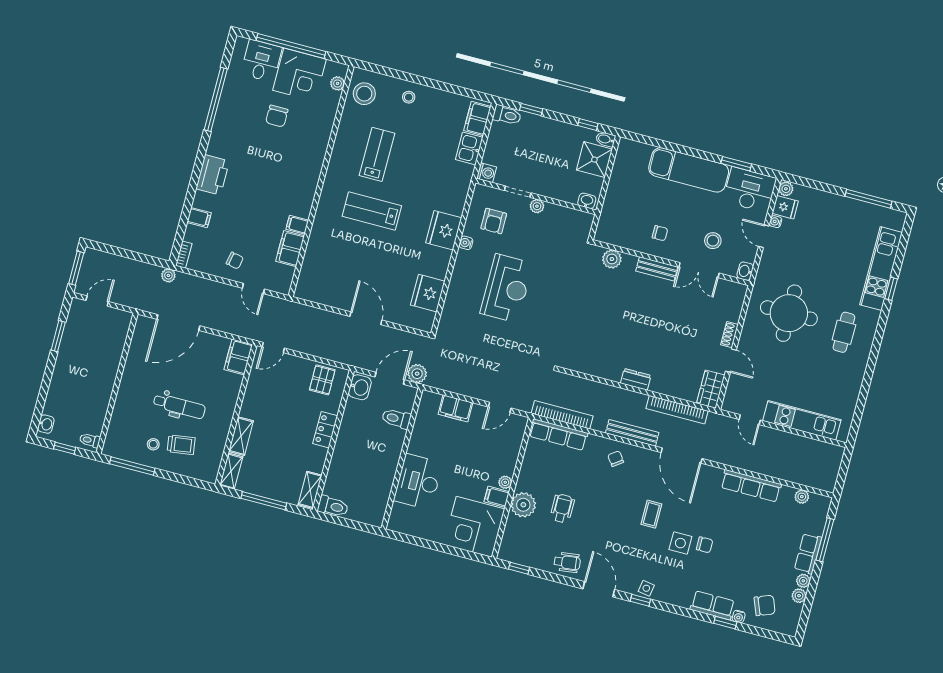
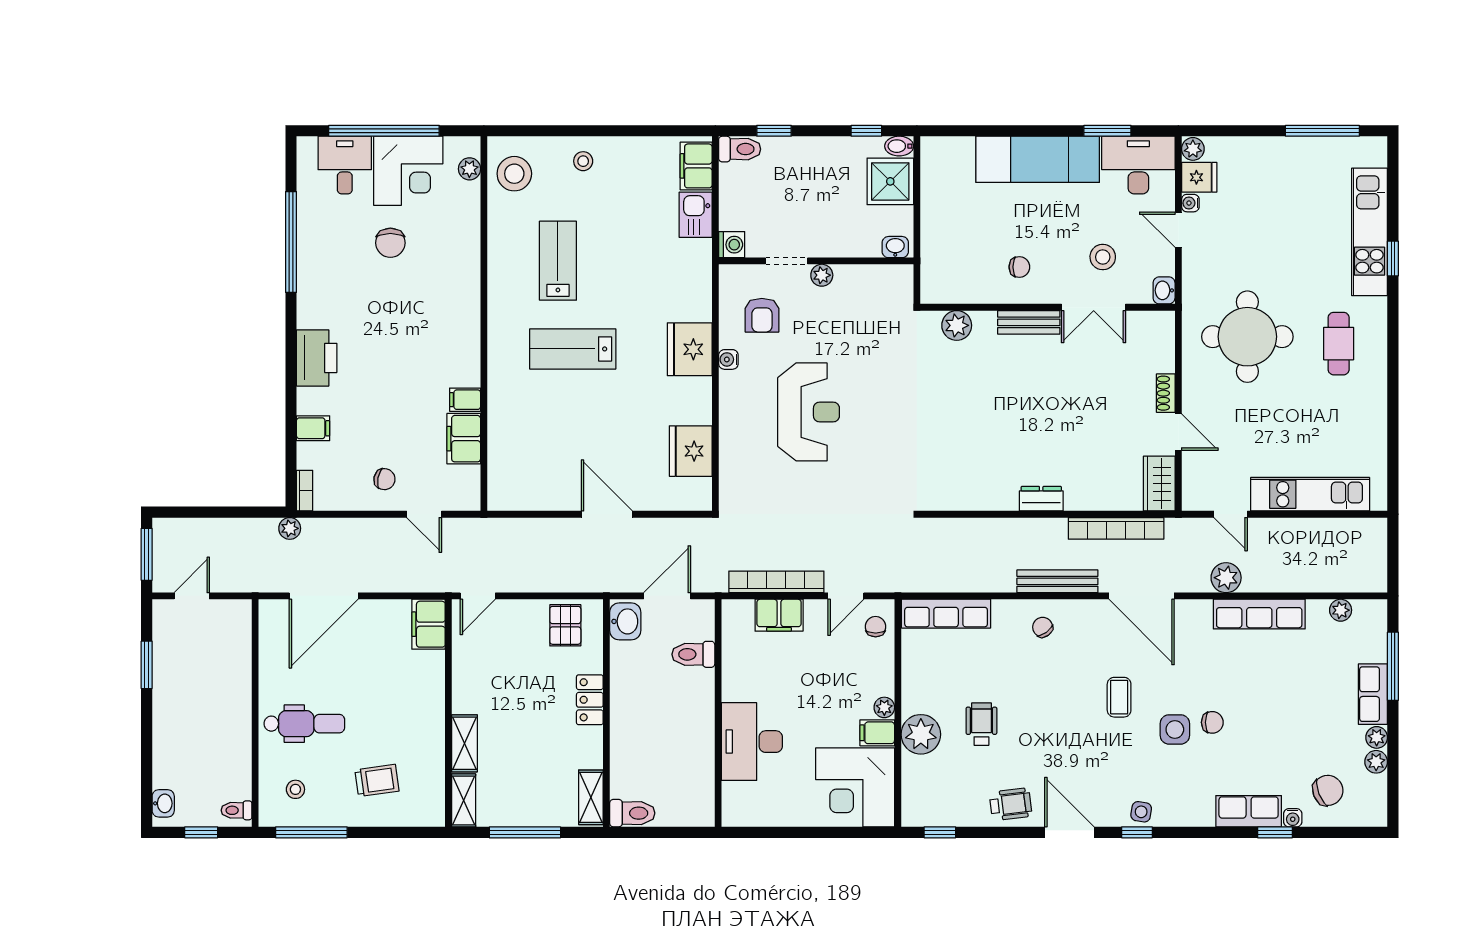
plant: (417, 374) -> (1226, 578), moved
dental chair: (179, 406) -> (304, 724), moved
bookcase: (562, 415) -> (776, 582), moved
chair: (513, 431) -> (876, 627), added
stool: (153, 444) -> (295, 789), moved

